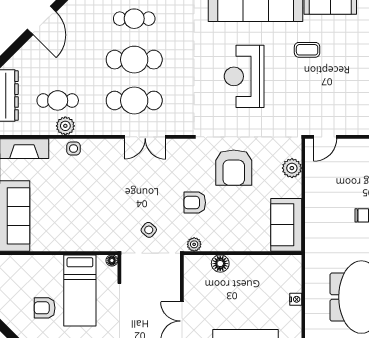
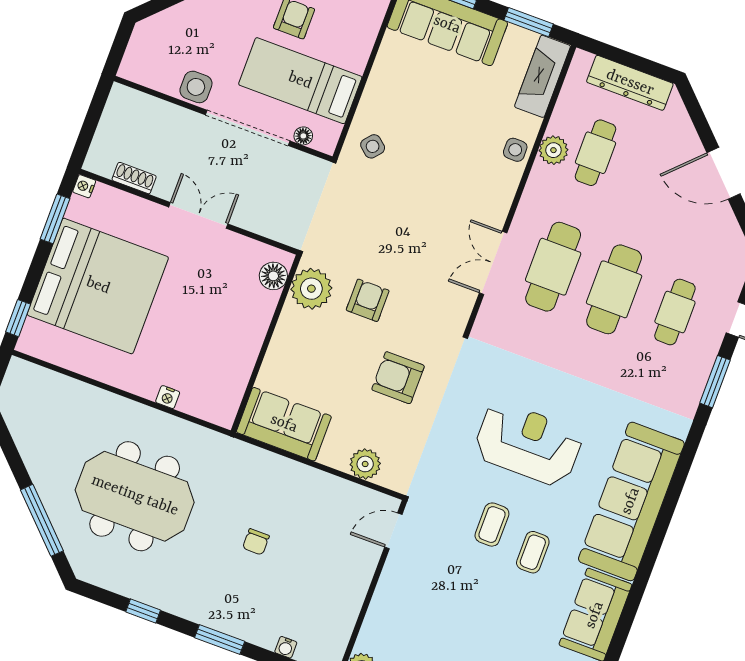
coffee table: (300, 80) -> (492, 525), added
door: (325, 137) -> (393, 531), hinge flipped
armchair: (234, 168) -> (398, 378), width x0.73, depth x0.73
side table: (149, 230) -> (373, 146), moved
plant: (194, 244) -> (311, 289), width x1.88, depth x1.88
floor lamp: (112, 260) -> (303, 136), moved
floor lamp: (220, 264) -> (273, 276), moved

